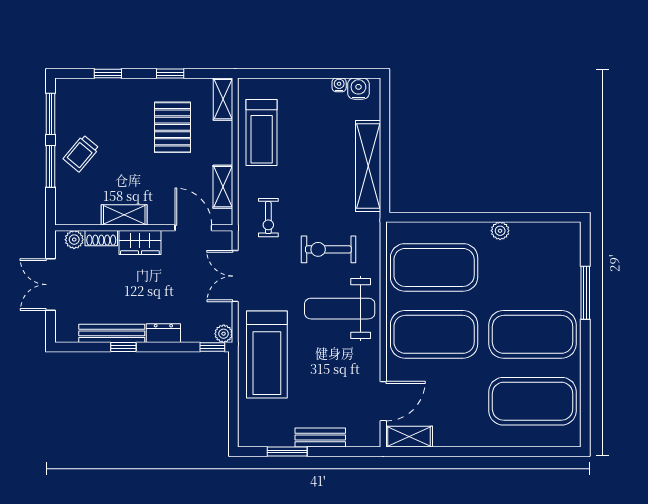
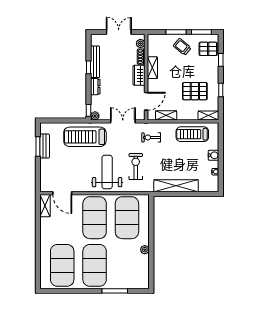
water cooler: (358, 89) -> (214, 155), moved
pallet: (85, 100) -> (208, 49), added
bench: (320, 438) -> (45, 146), moved

